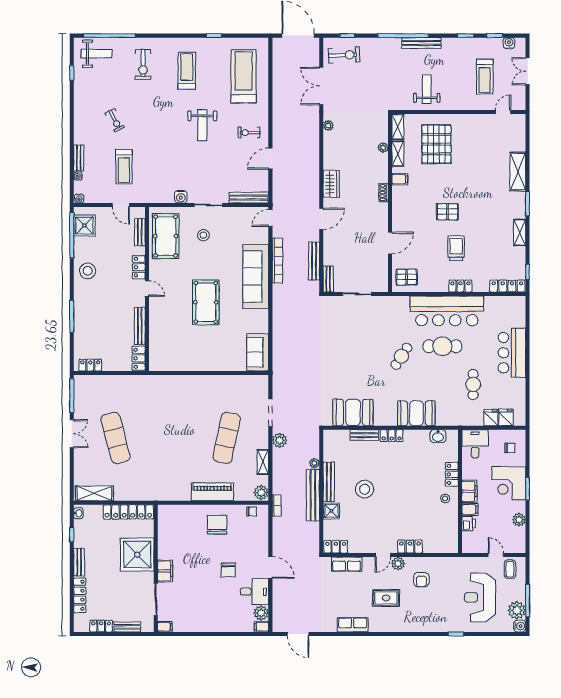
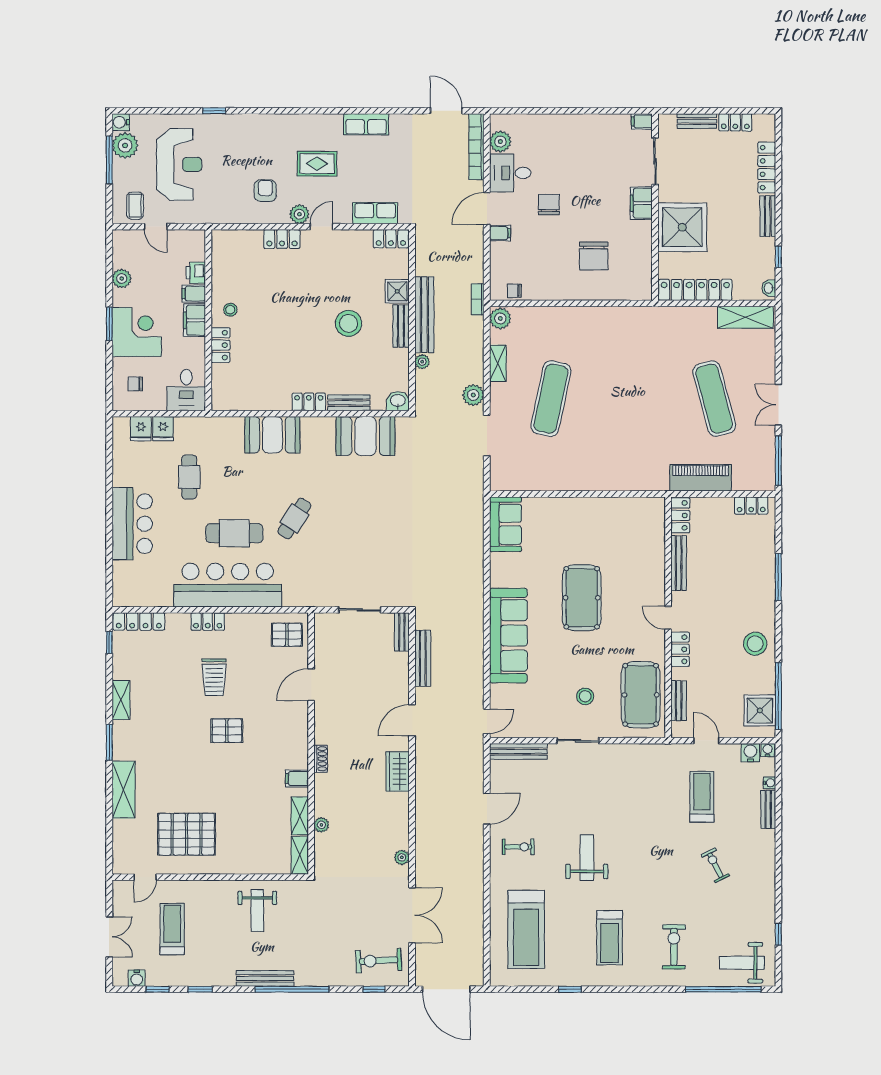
pallet: (436, 144) -> (187, 834), moved, turned 90
water cooler: (181, 197) -> (750, 753), moved
bookcase: (277, 261) -> (476, 147), moved
washbasin: (438, 436) -> (398, 401), moved
bench: (329, 482) -> (401, 326), width x0.73
piano: (212, 492) -> (701, 478), moved, turned 180
chair: (217, 525) -> (594, 256), moved
door: (270, 567) -> (487, 209), hinge flipped
filing cabinet: (261, 627) -> (500, 233), moved

